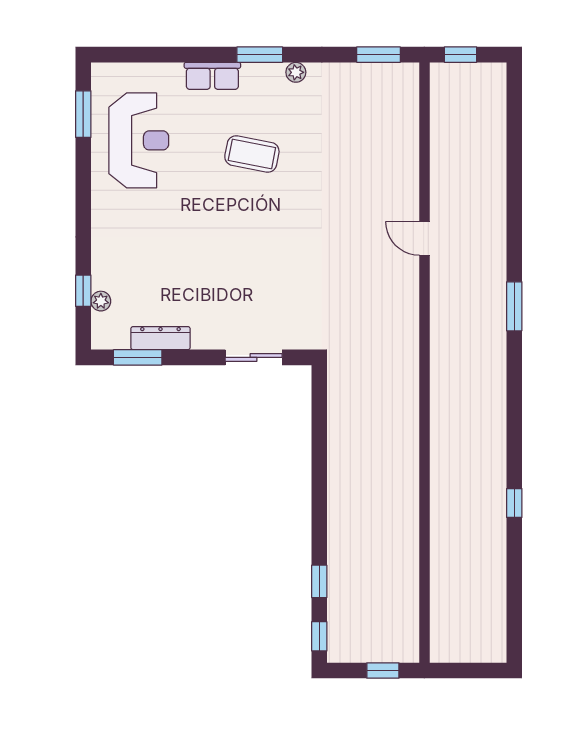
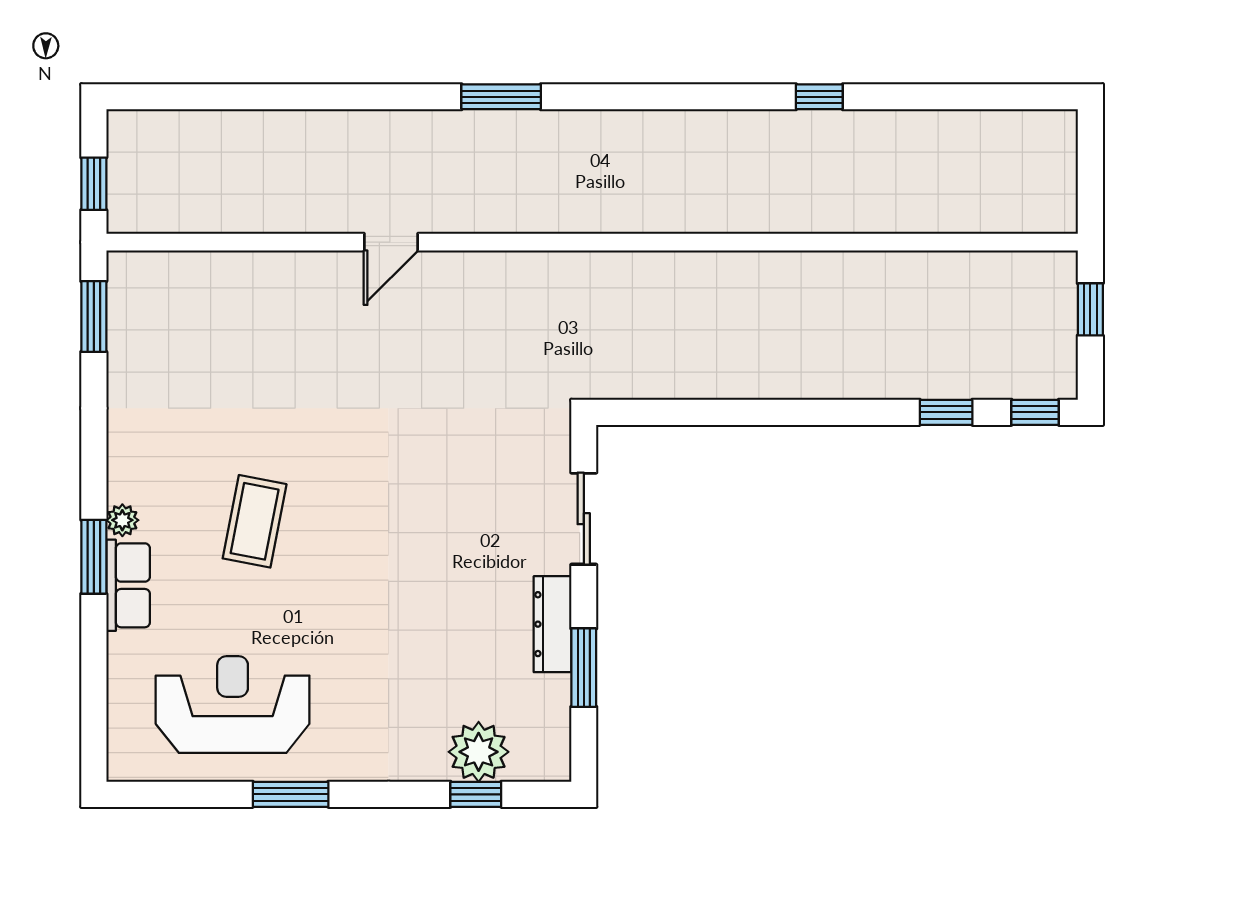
window: (260, 55) -> (94, 557), moved
plant: (296, 72) -> (122, 520), moved
window: (83, 114) -> (291, 794), moved
plant: (101, 301) -> (479, 752), width x1.88, depth x1.88
dresser: (160, 338) -> (553, 624), moved
window: (138, 357) -> (584, 668), moved

